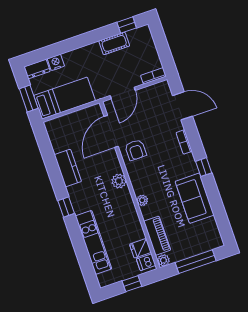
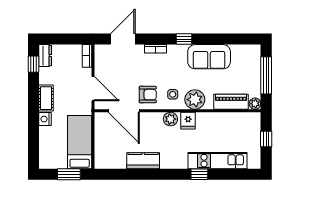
cot: (114, 43) -> (46, 98), moved
nightstand: (56, 62) -> (45, 119), moved
dresser: (37, 69) -> (45, 56), moved
side table: (144, 175) -> (173, 94), added
plant: (142, 200) -> (195, 100), width x1.88, depth x1.88
window: (66, 207) -> (199, 174), moved
fridge: (140, 248) -> (188, 121), moved
dishwasher: (146, 262) -> (251, 120), removed

